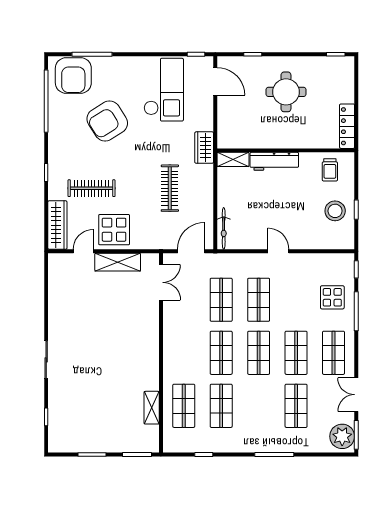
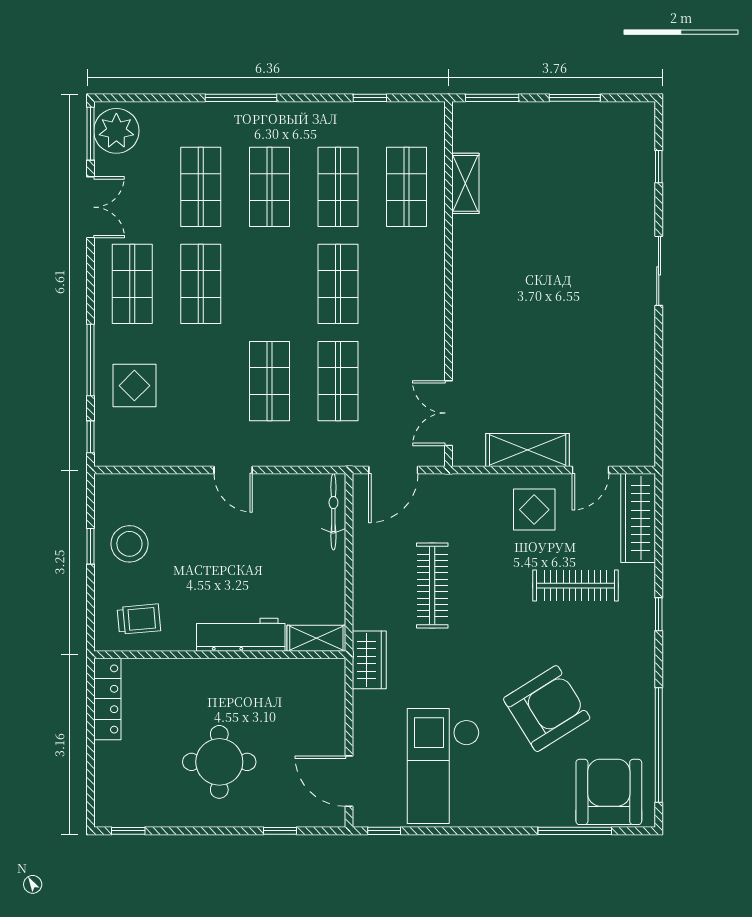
trolley: (330, 170) -> (139, 619), turned 85
display table: (114, 230) -> (534, 510), width x0.73, depth x0.73
shop shelf: (259, 353) -> (269, 187), moved

